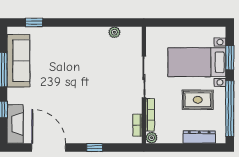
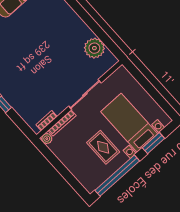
plant: (114, 32) -> (94, 48), width x1.88, depth x1.88
dresser: (199, 137) -> (78, 172), removed

